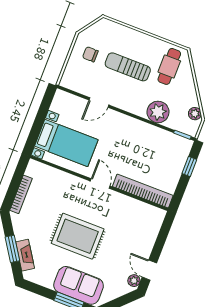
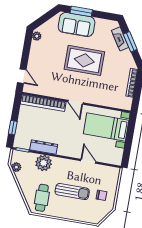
door: (99, 102) -> (88, 161), hinge flipped
dresser: (154, 133) -> (44, 147), added
door: (149, 270) -> (22, 76), moved

